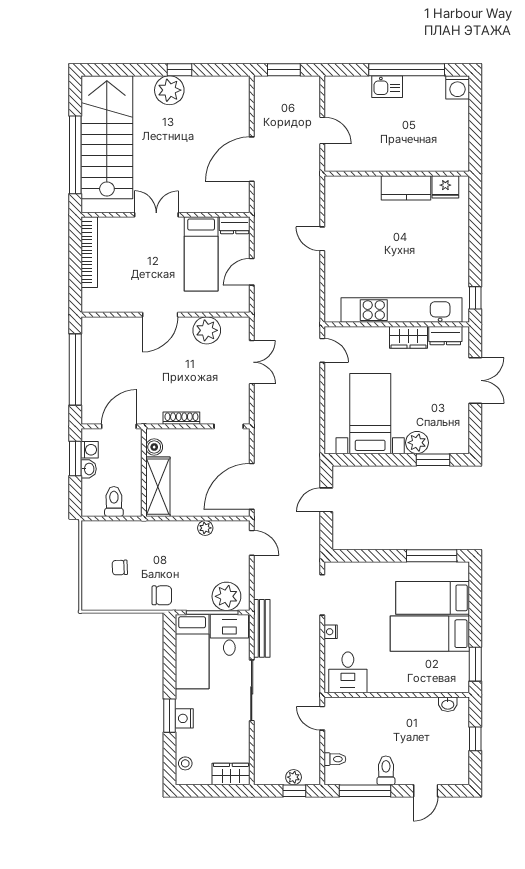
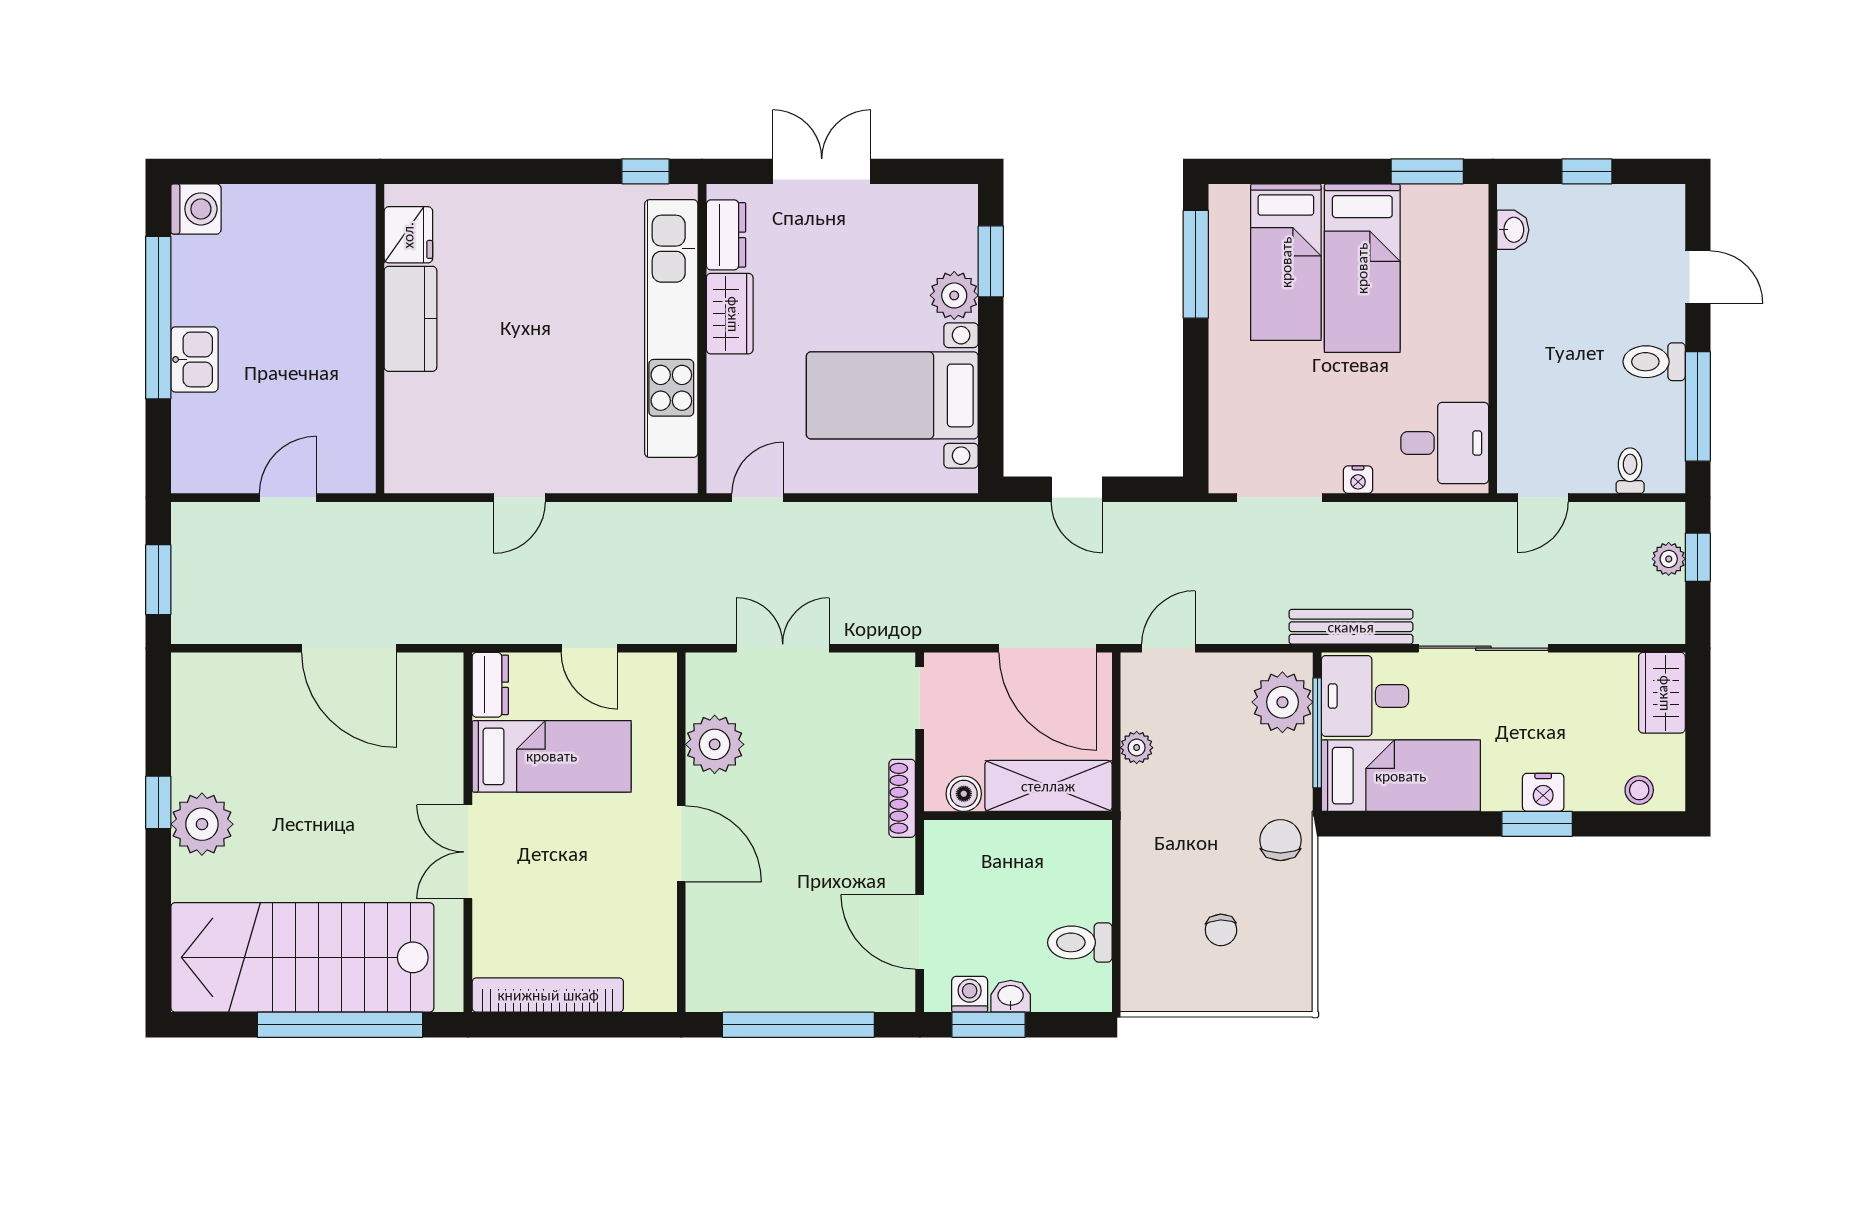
boiler: (154, 447) -> (964, 794), moved
wall: (144, 472) -> (1018, 816), moved
shelving: (158, 487) -> (1048, 786), moved

